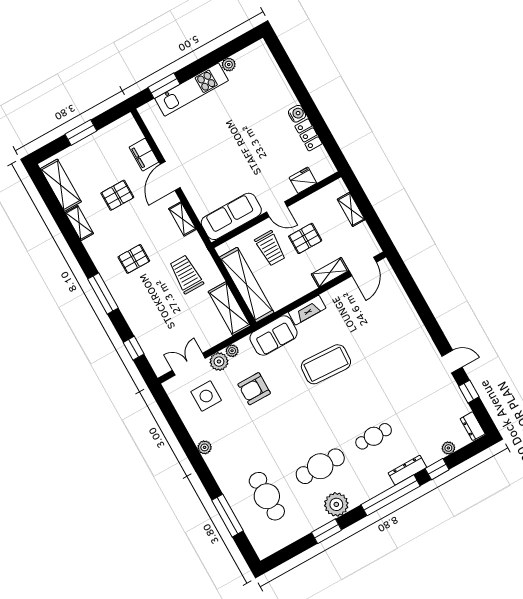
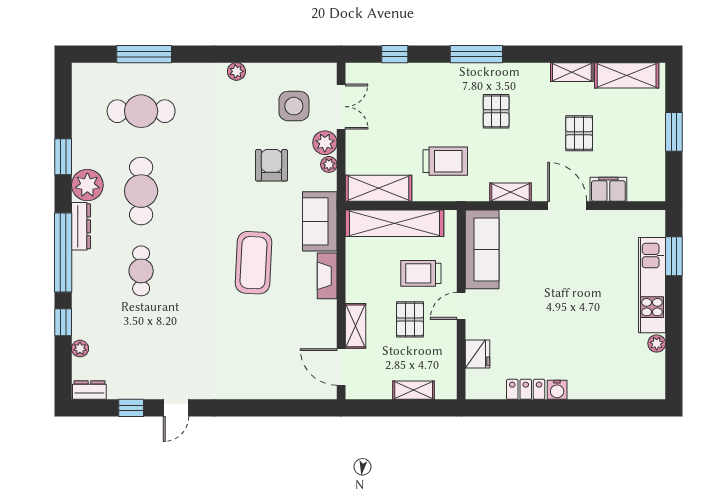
dresser: (407, 470) -> (81, 226), moved

